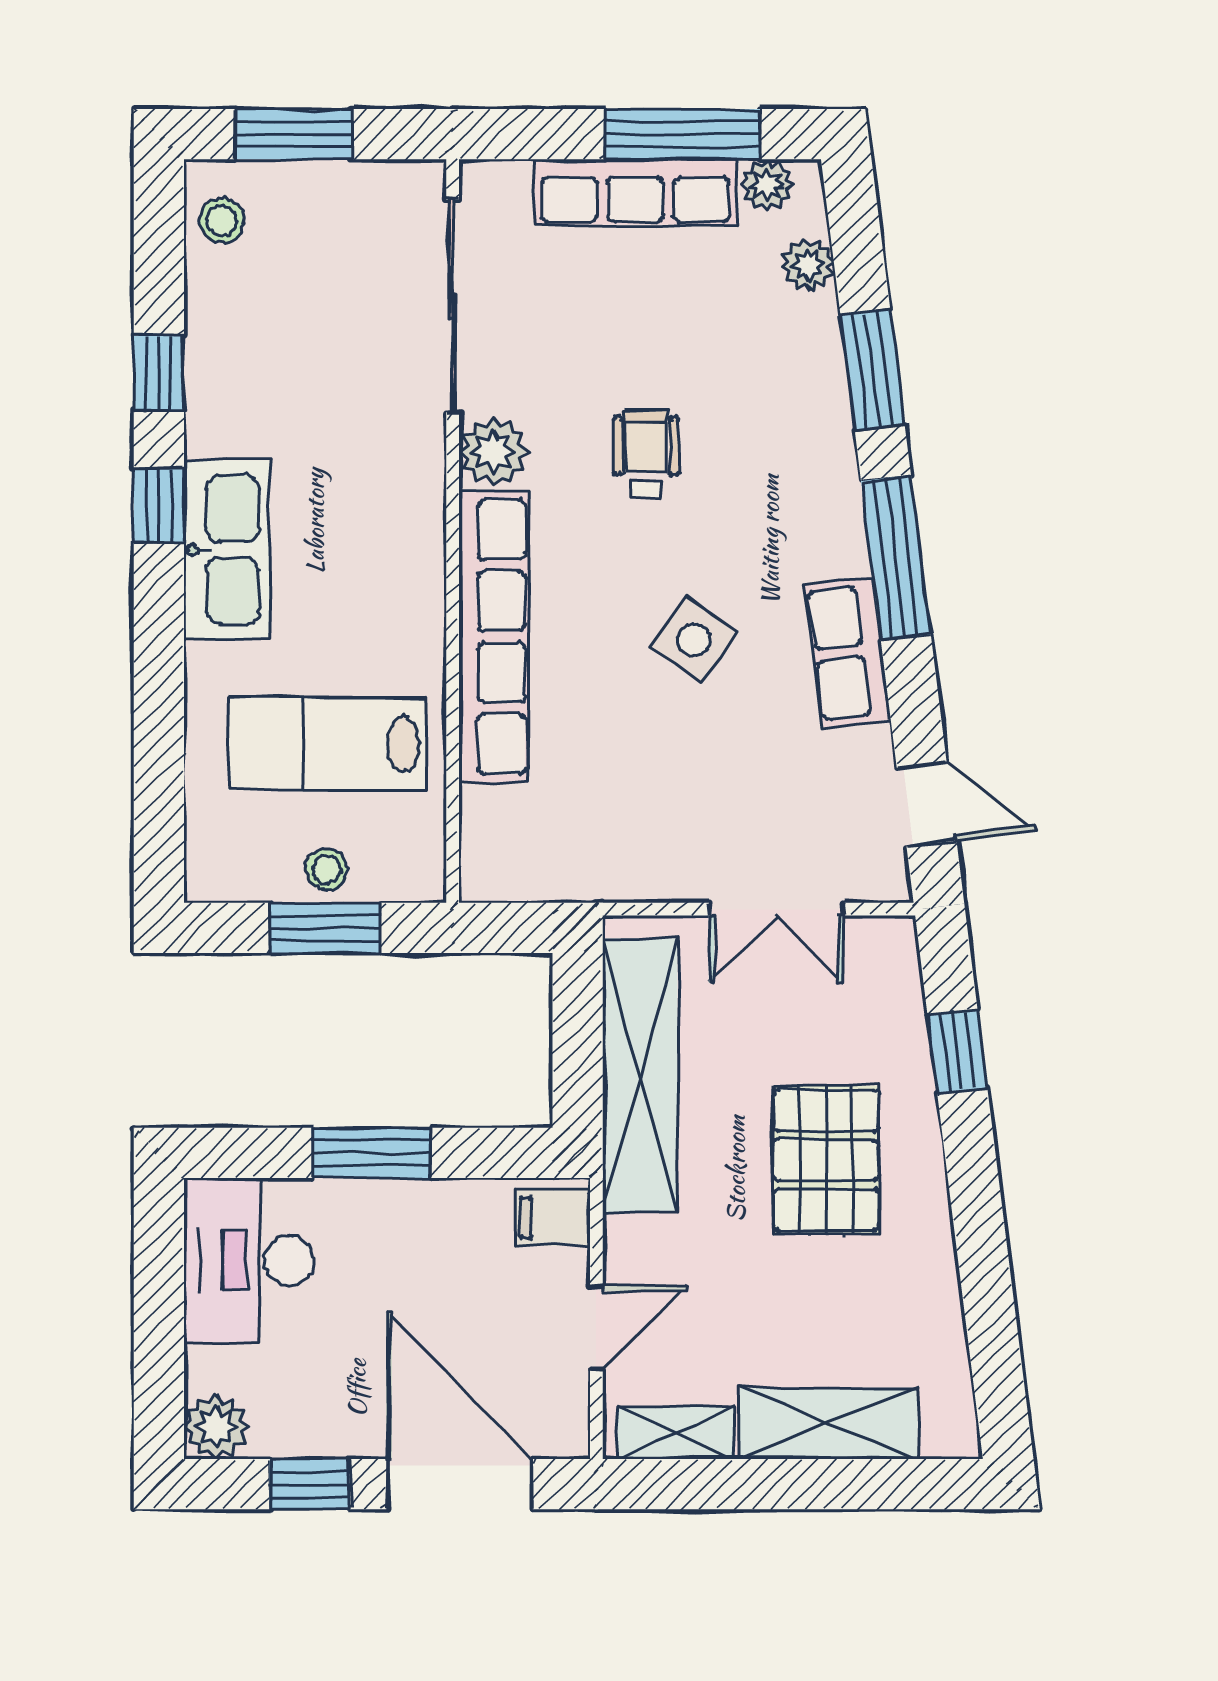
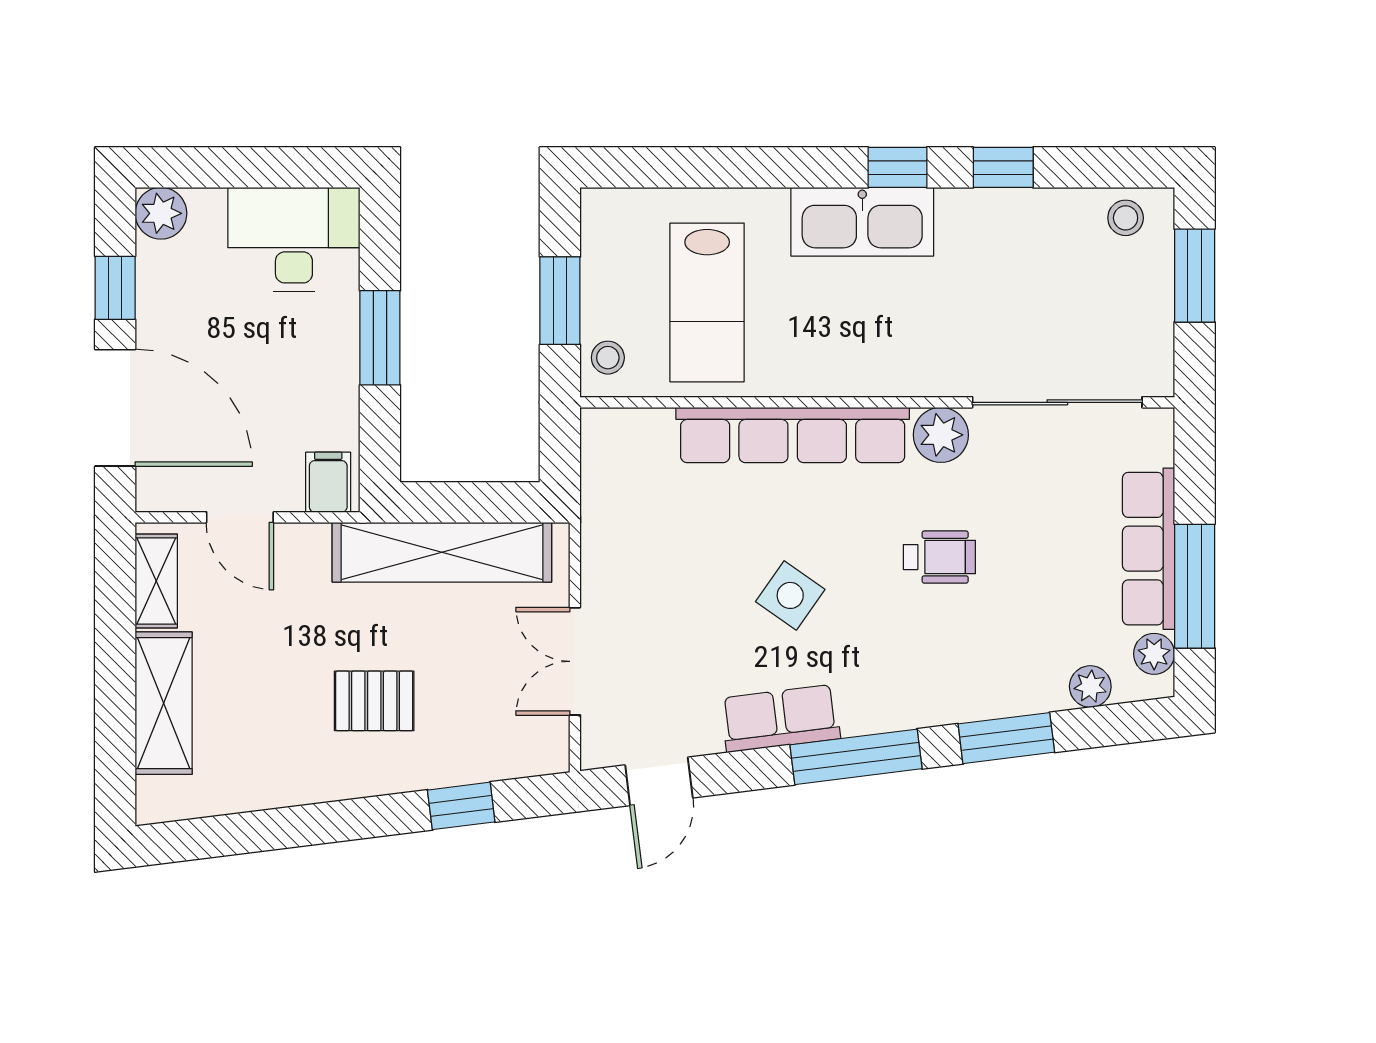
lab bench: (328, 744) -> (707, 302), turned 180
stool: (326, 869) -> (608, 358), moved
pallet: (826, 1160) -> (374, 701), width x0.67, depth x0.71
door: (459, 1484) -> (115, 408), hinge flipped

